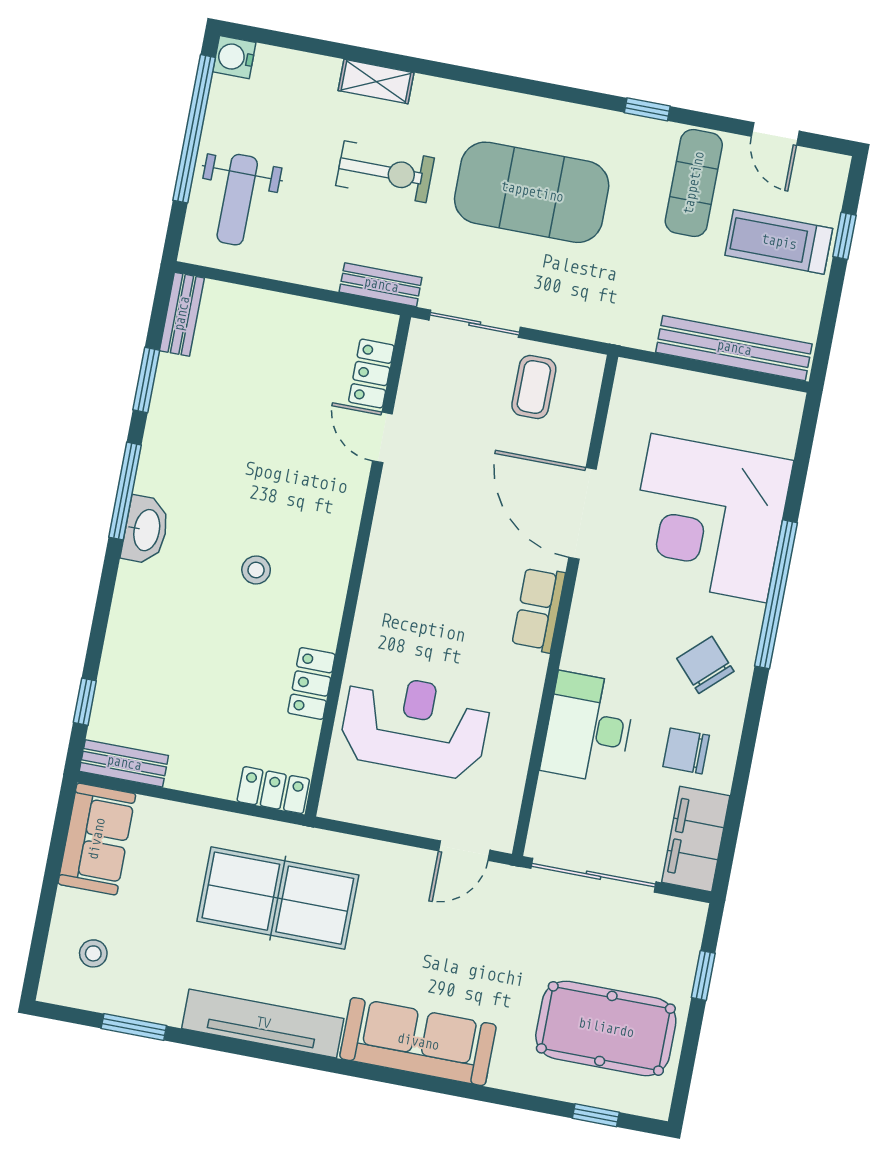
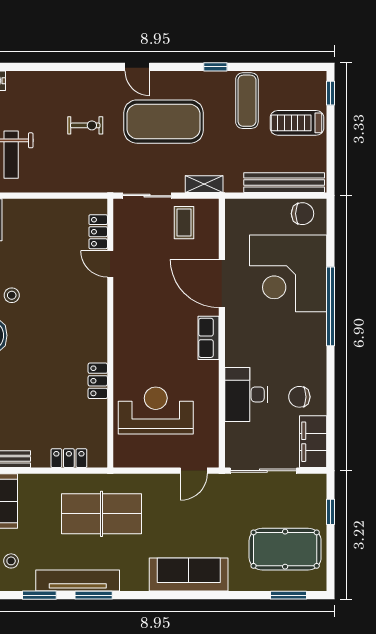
shelving: (376, 82) -> (204, 184), moved
door: (775, 134) -> (137, 67), moved
exercise bike: (385, 172) -> (85, 125), width x0.73, depth x0.72
window: (844, 236) -> (331, 93), moved
bench: (381, 285) -> (94, 185), removed
stool: (256, 570) -> (12, 295), moved
chair: (705, 665) -> (303, 214), moved, turned 133
locker: (311, 683) -> (98, 381), moved
locker: (273, 790) -> (69, 458), moved
tv unit: (263, 1023) -> (78, 581), moved
window: (234, 1046) -> (94, 595), added
window: (596, 1115) -> (288, 595), width x1.50

